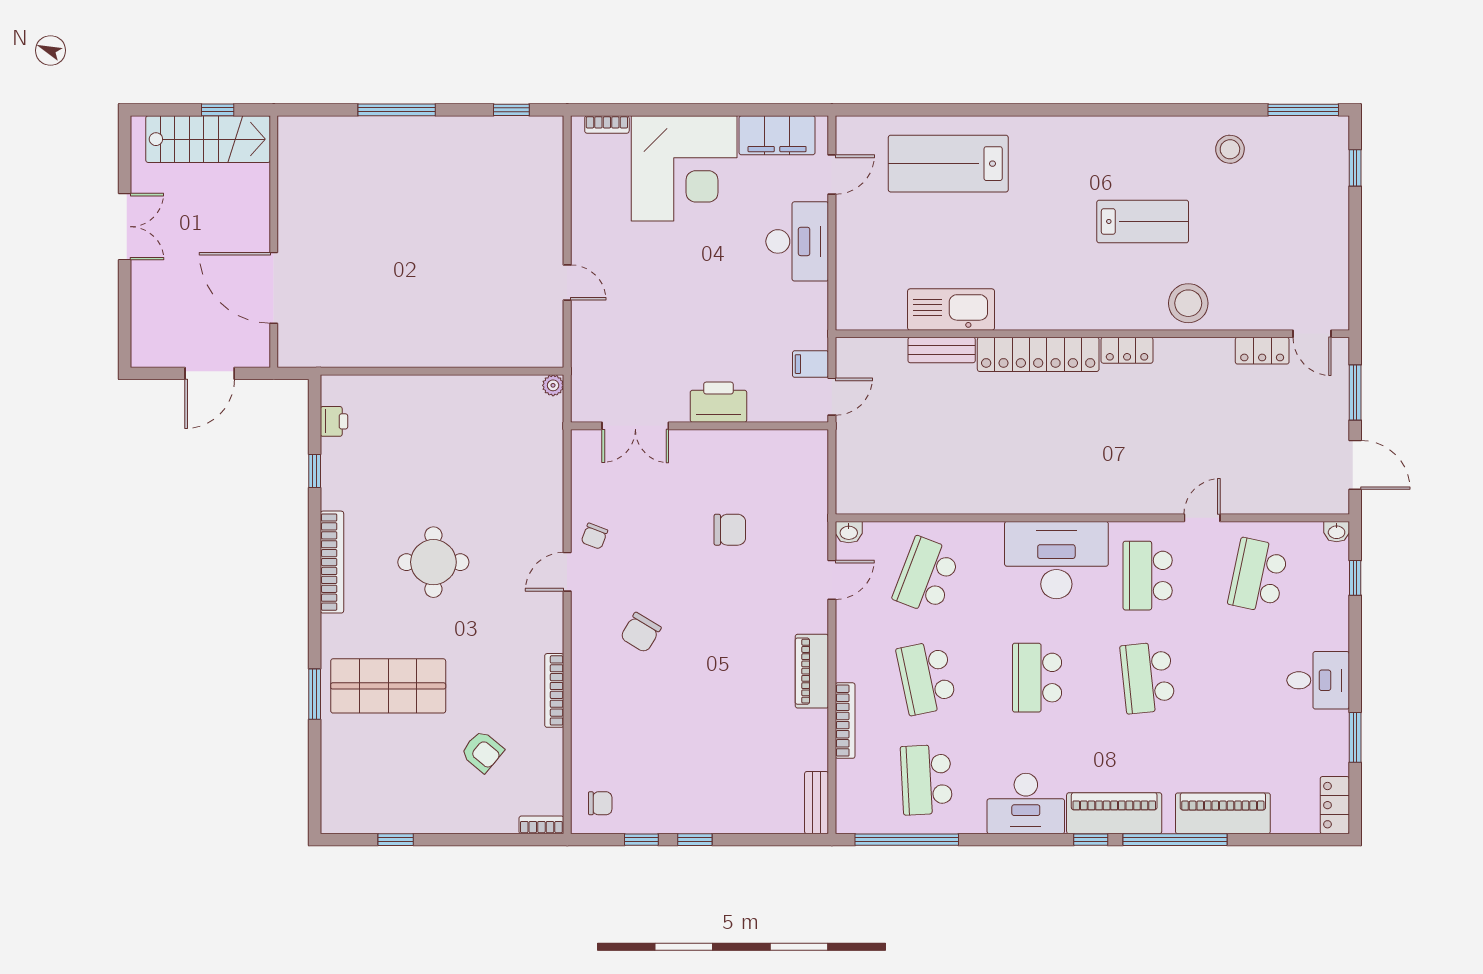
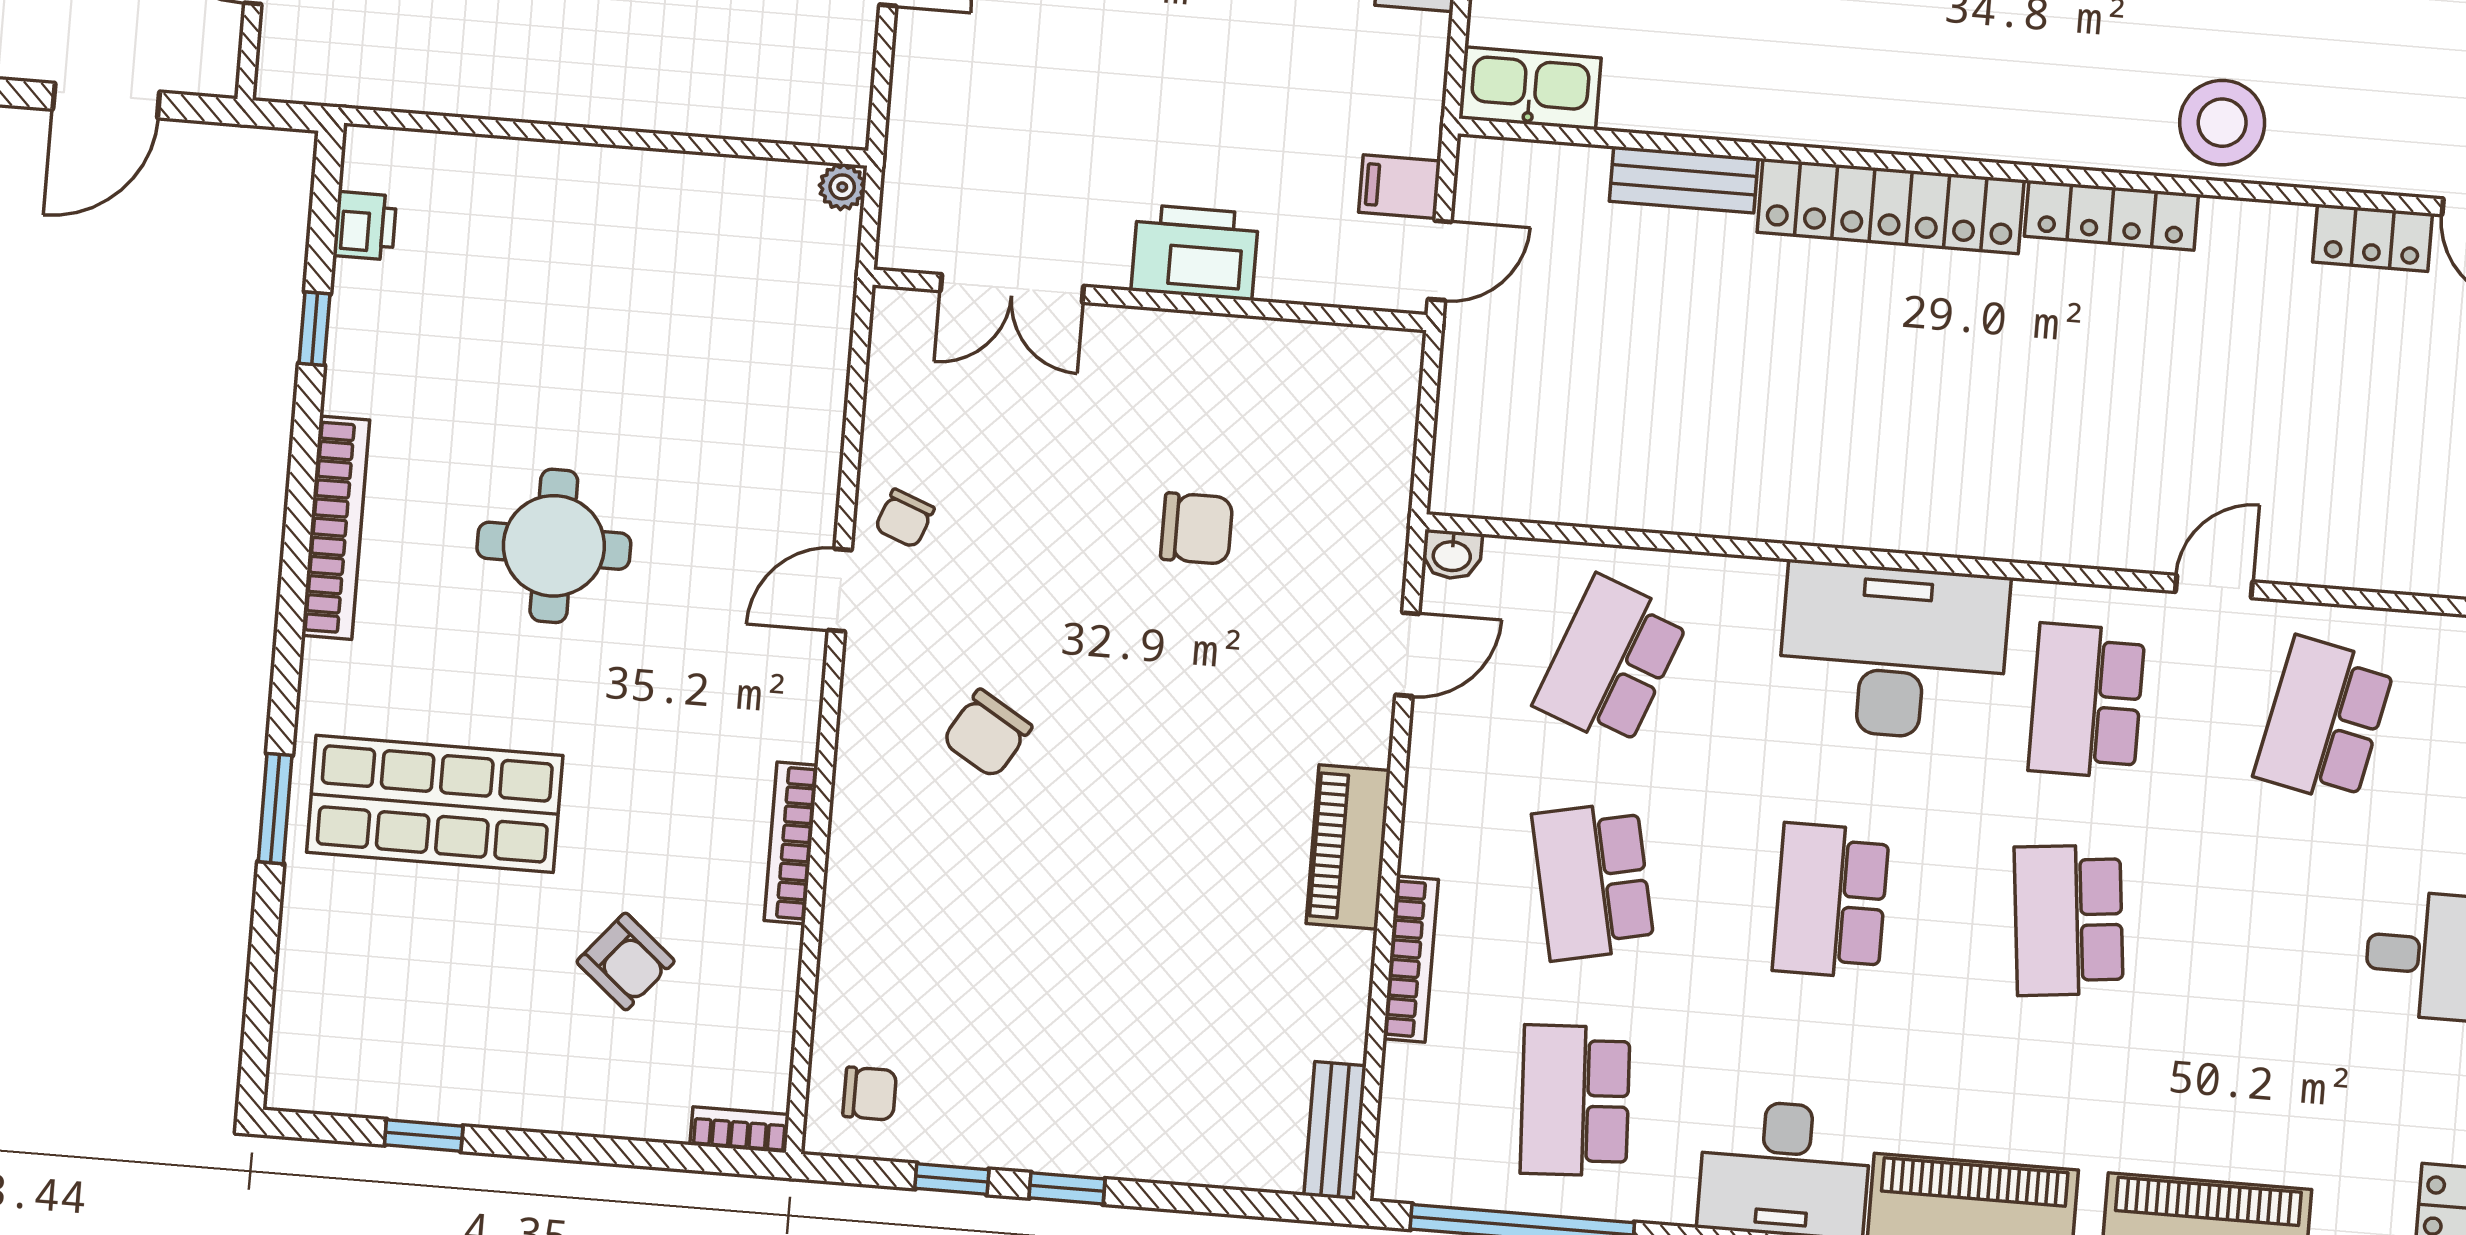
kitchen sink: (951, 310) -> (1530, 88), moved, width x0.73, depth x0.81
locker: (1127, 350) -> (2111, 215), width x1.53

